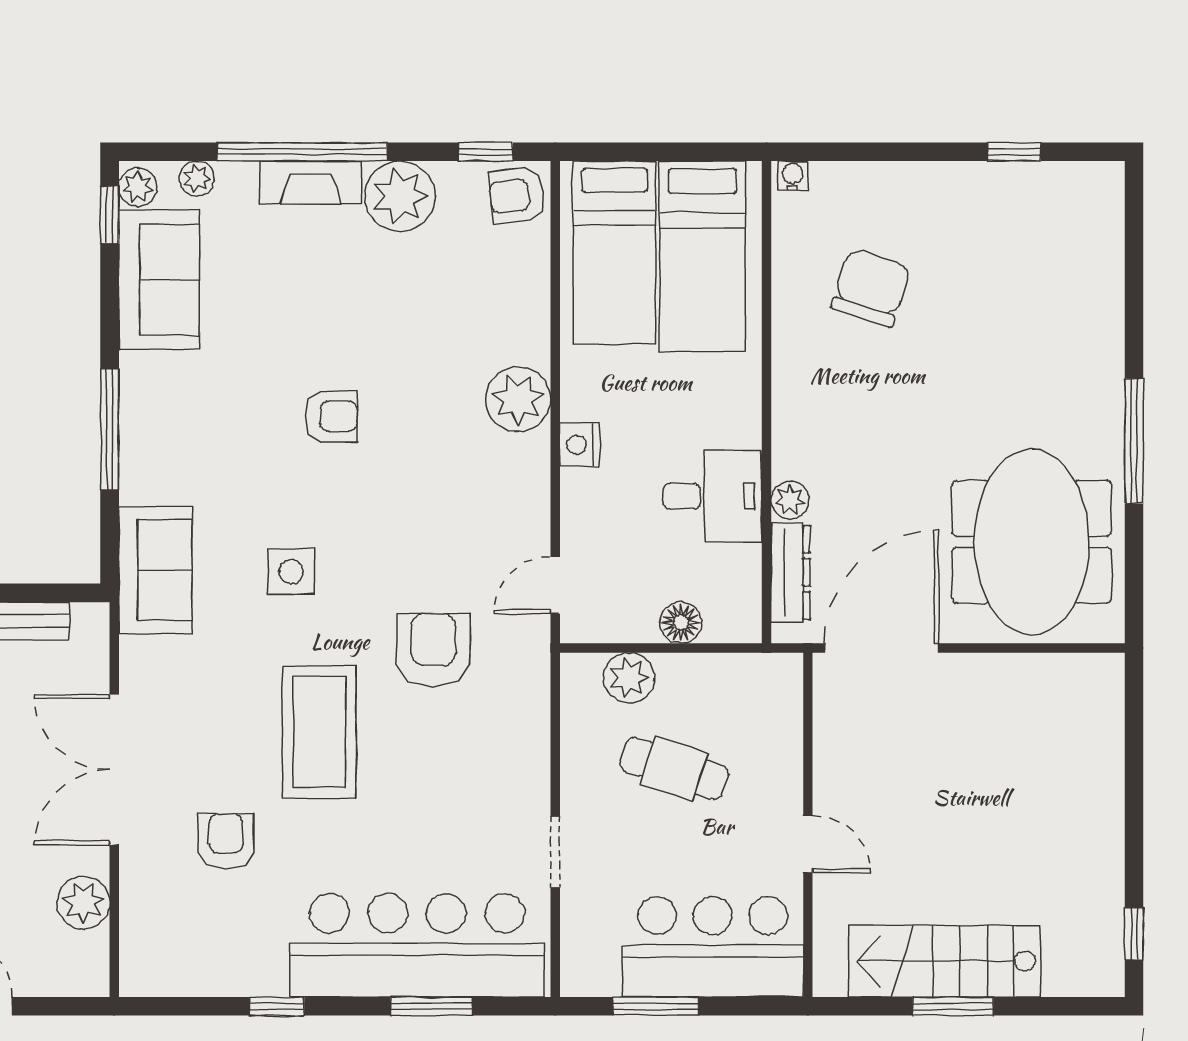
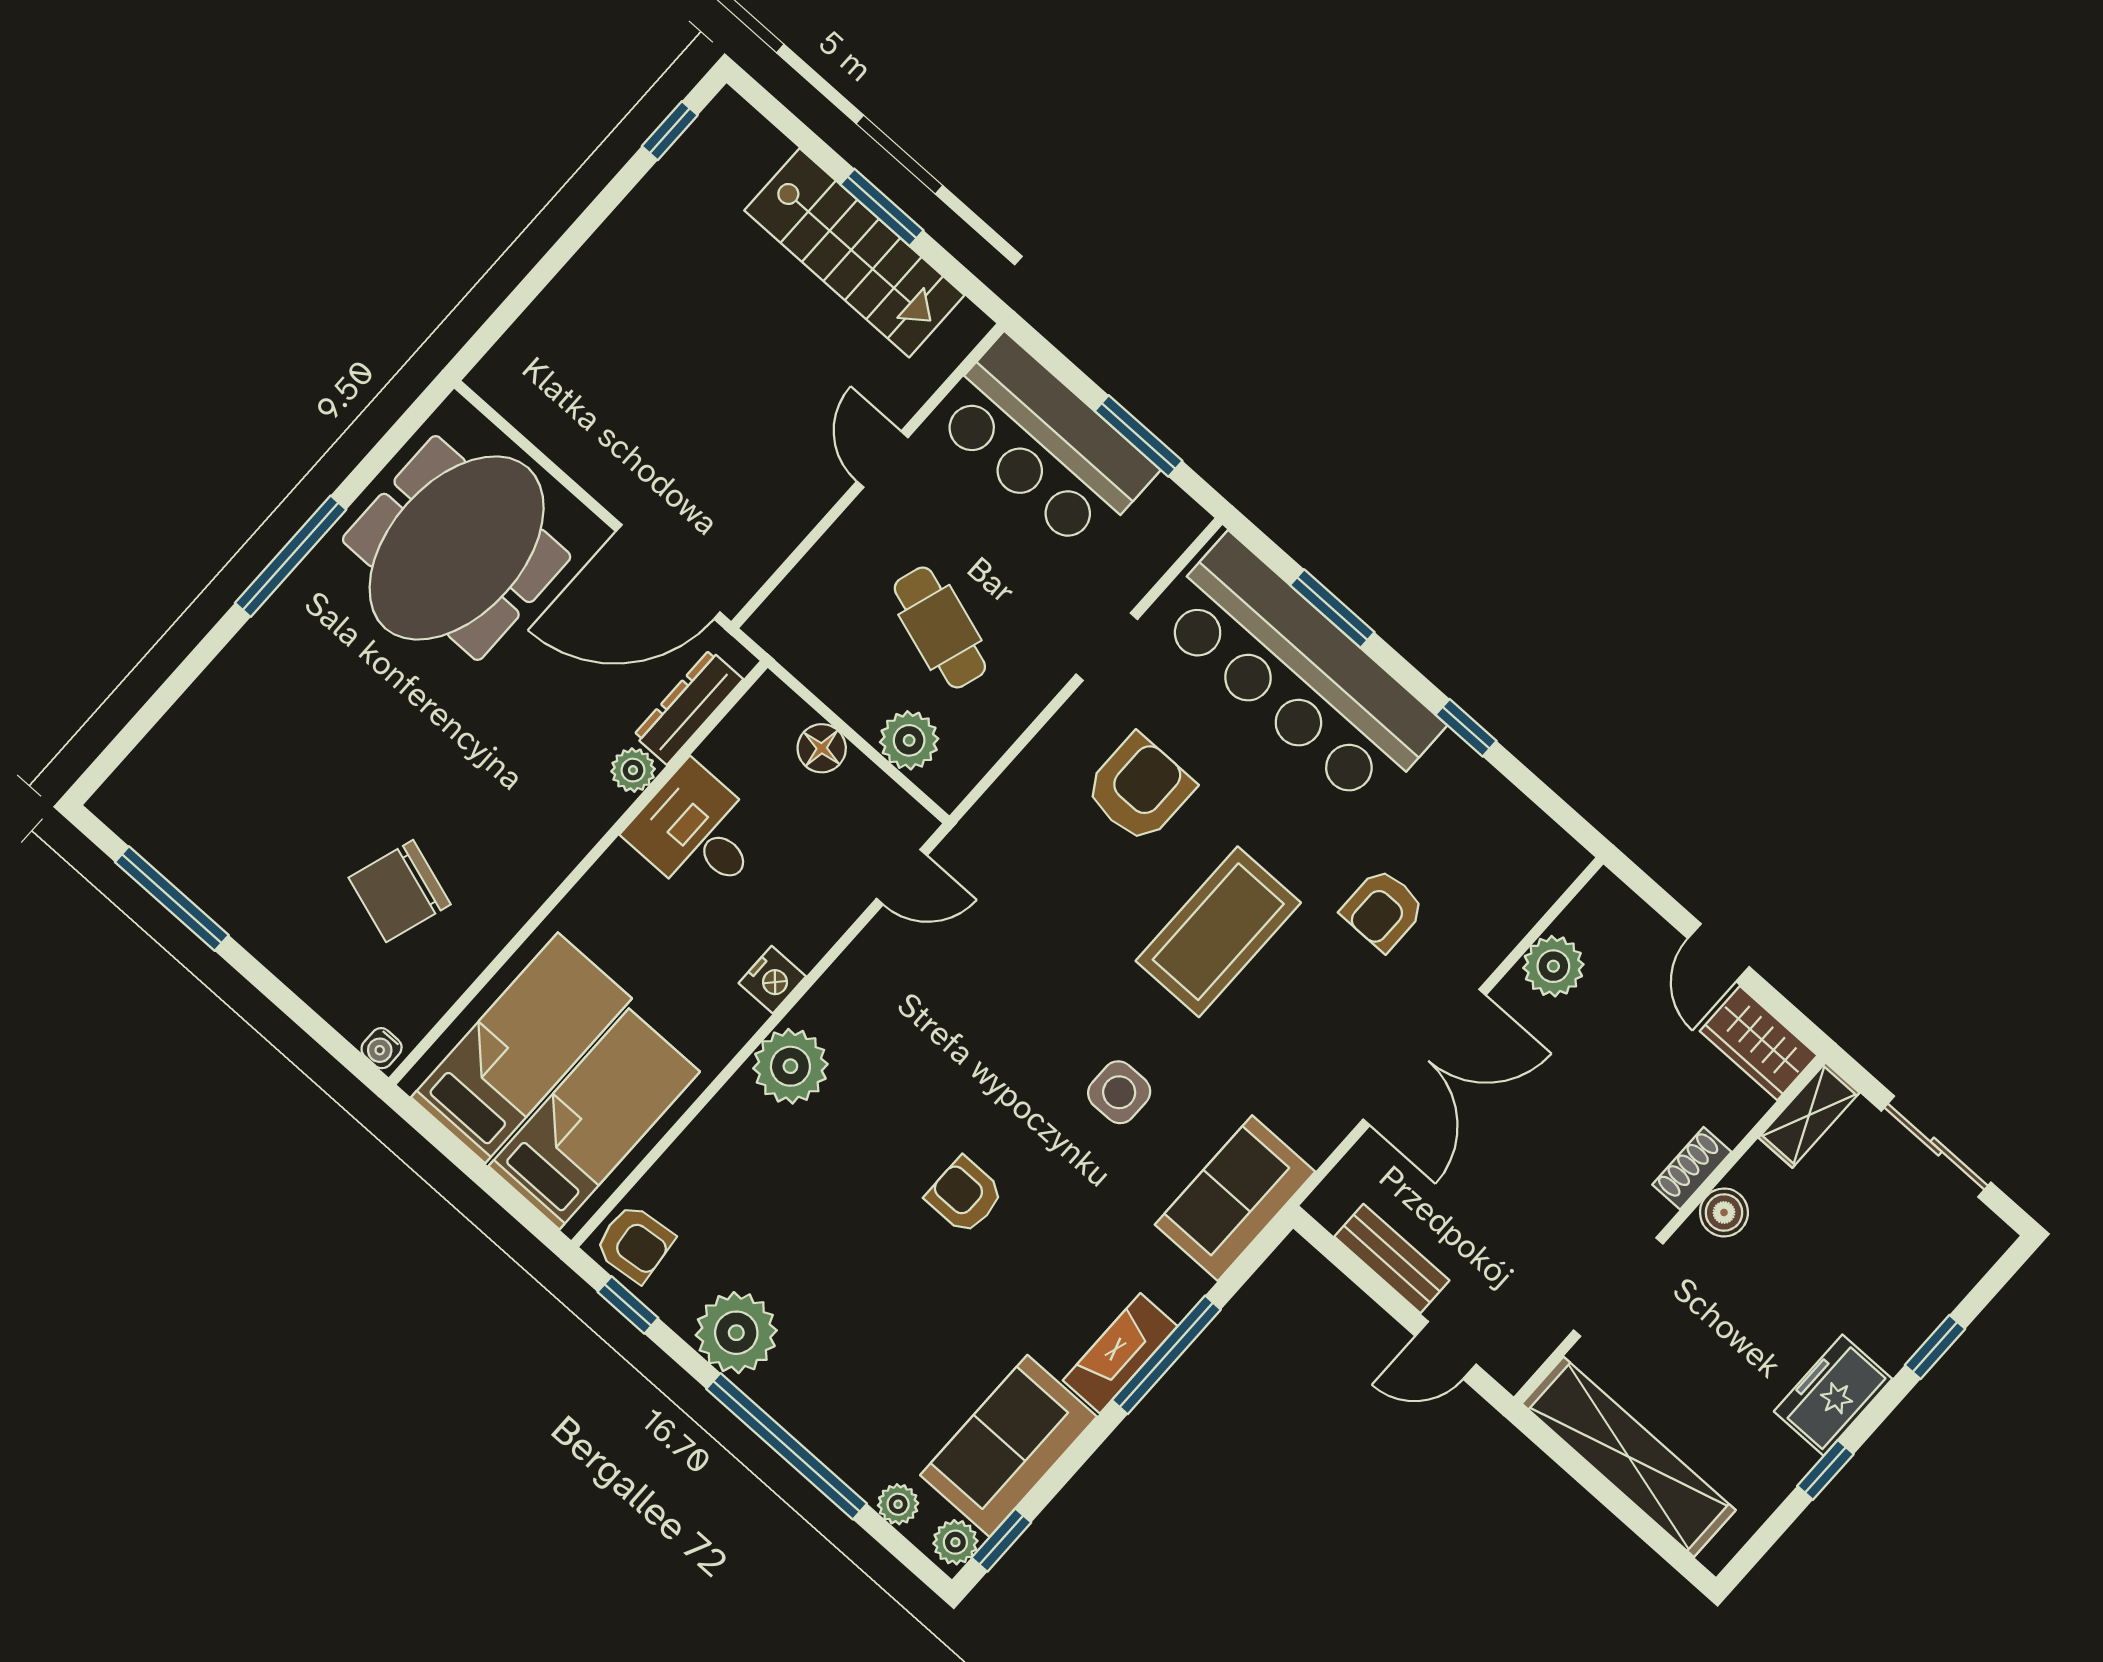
window: (1014, 152) -> (172, 899), width x2.17
fireplace: (310, 183) -> (1120, 1353), moved, turned -90
armchair: (433, 650) -> (1139, 789), moved, turned 180

